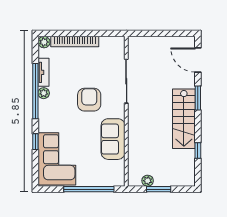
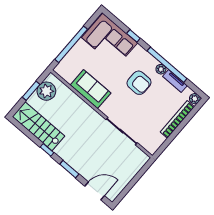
armchair: (89, 100) -> (139, 83), moved
stairs: (184, 119) -> (38, 126), moved
window: (198, 151) -> (47, 150), moved
plant: (148, 181) -> (46, 91), width x1.88, depth x1.88

